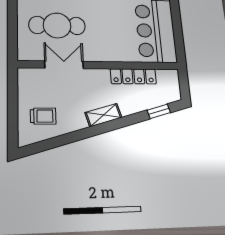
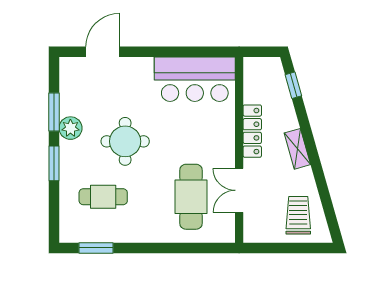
locker: (133, 76) -> (252, 131), moved
trolley: (43, 116) -> (298, 215), width x1.36, depth x1.39

